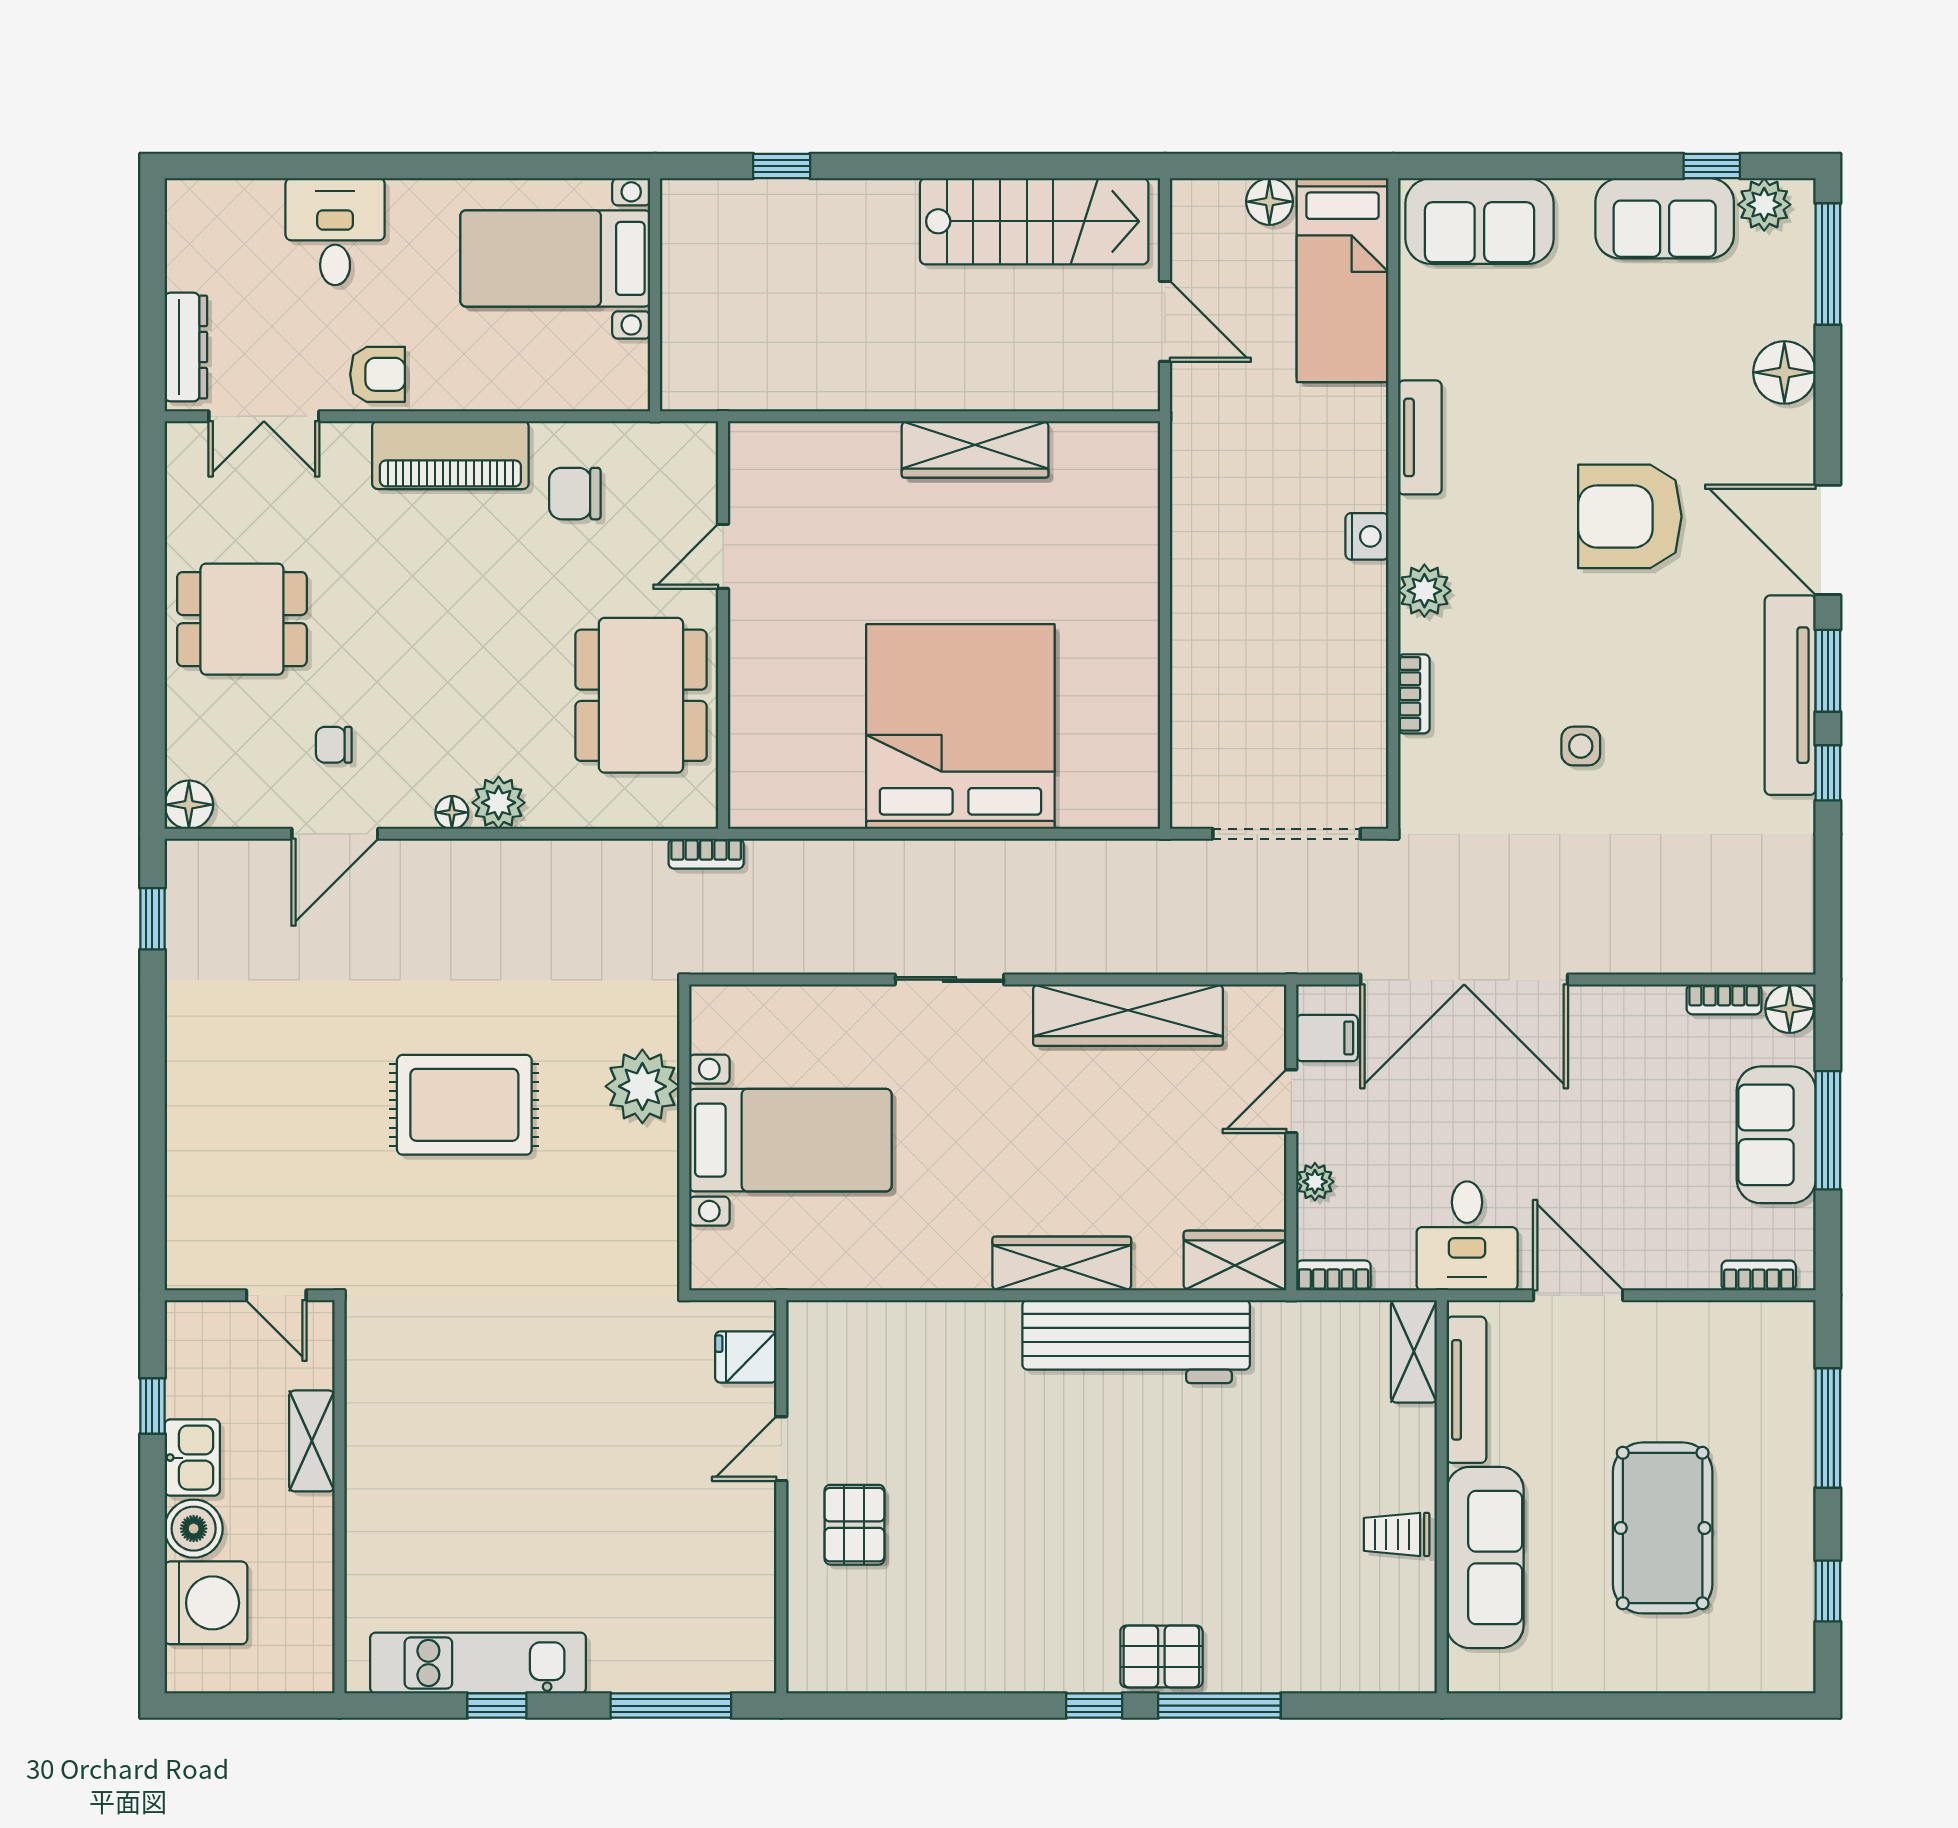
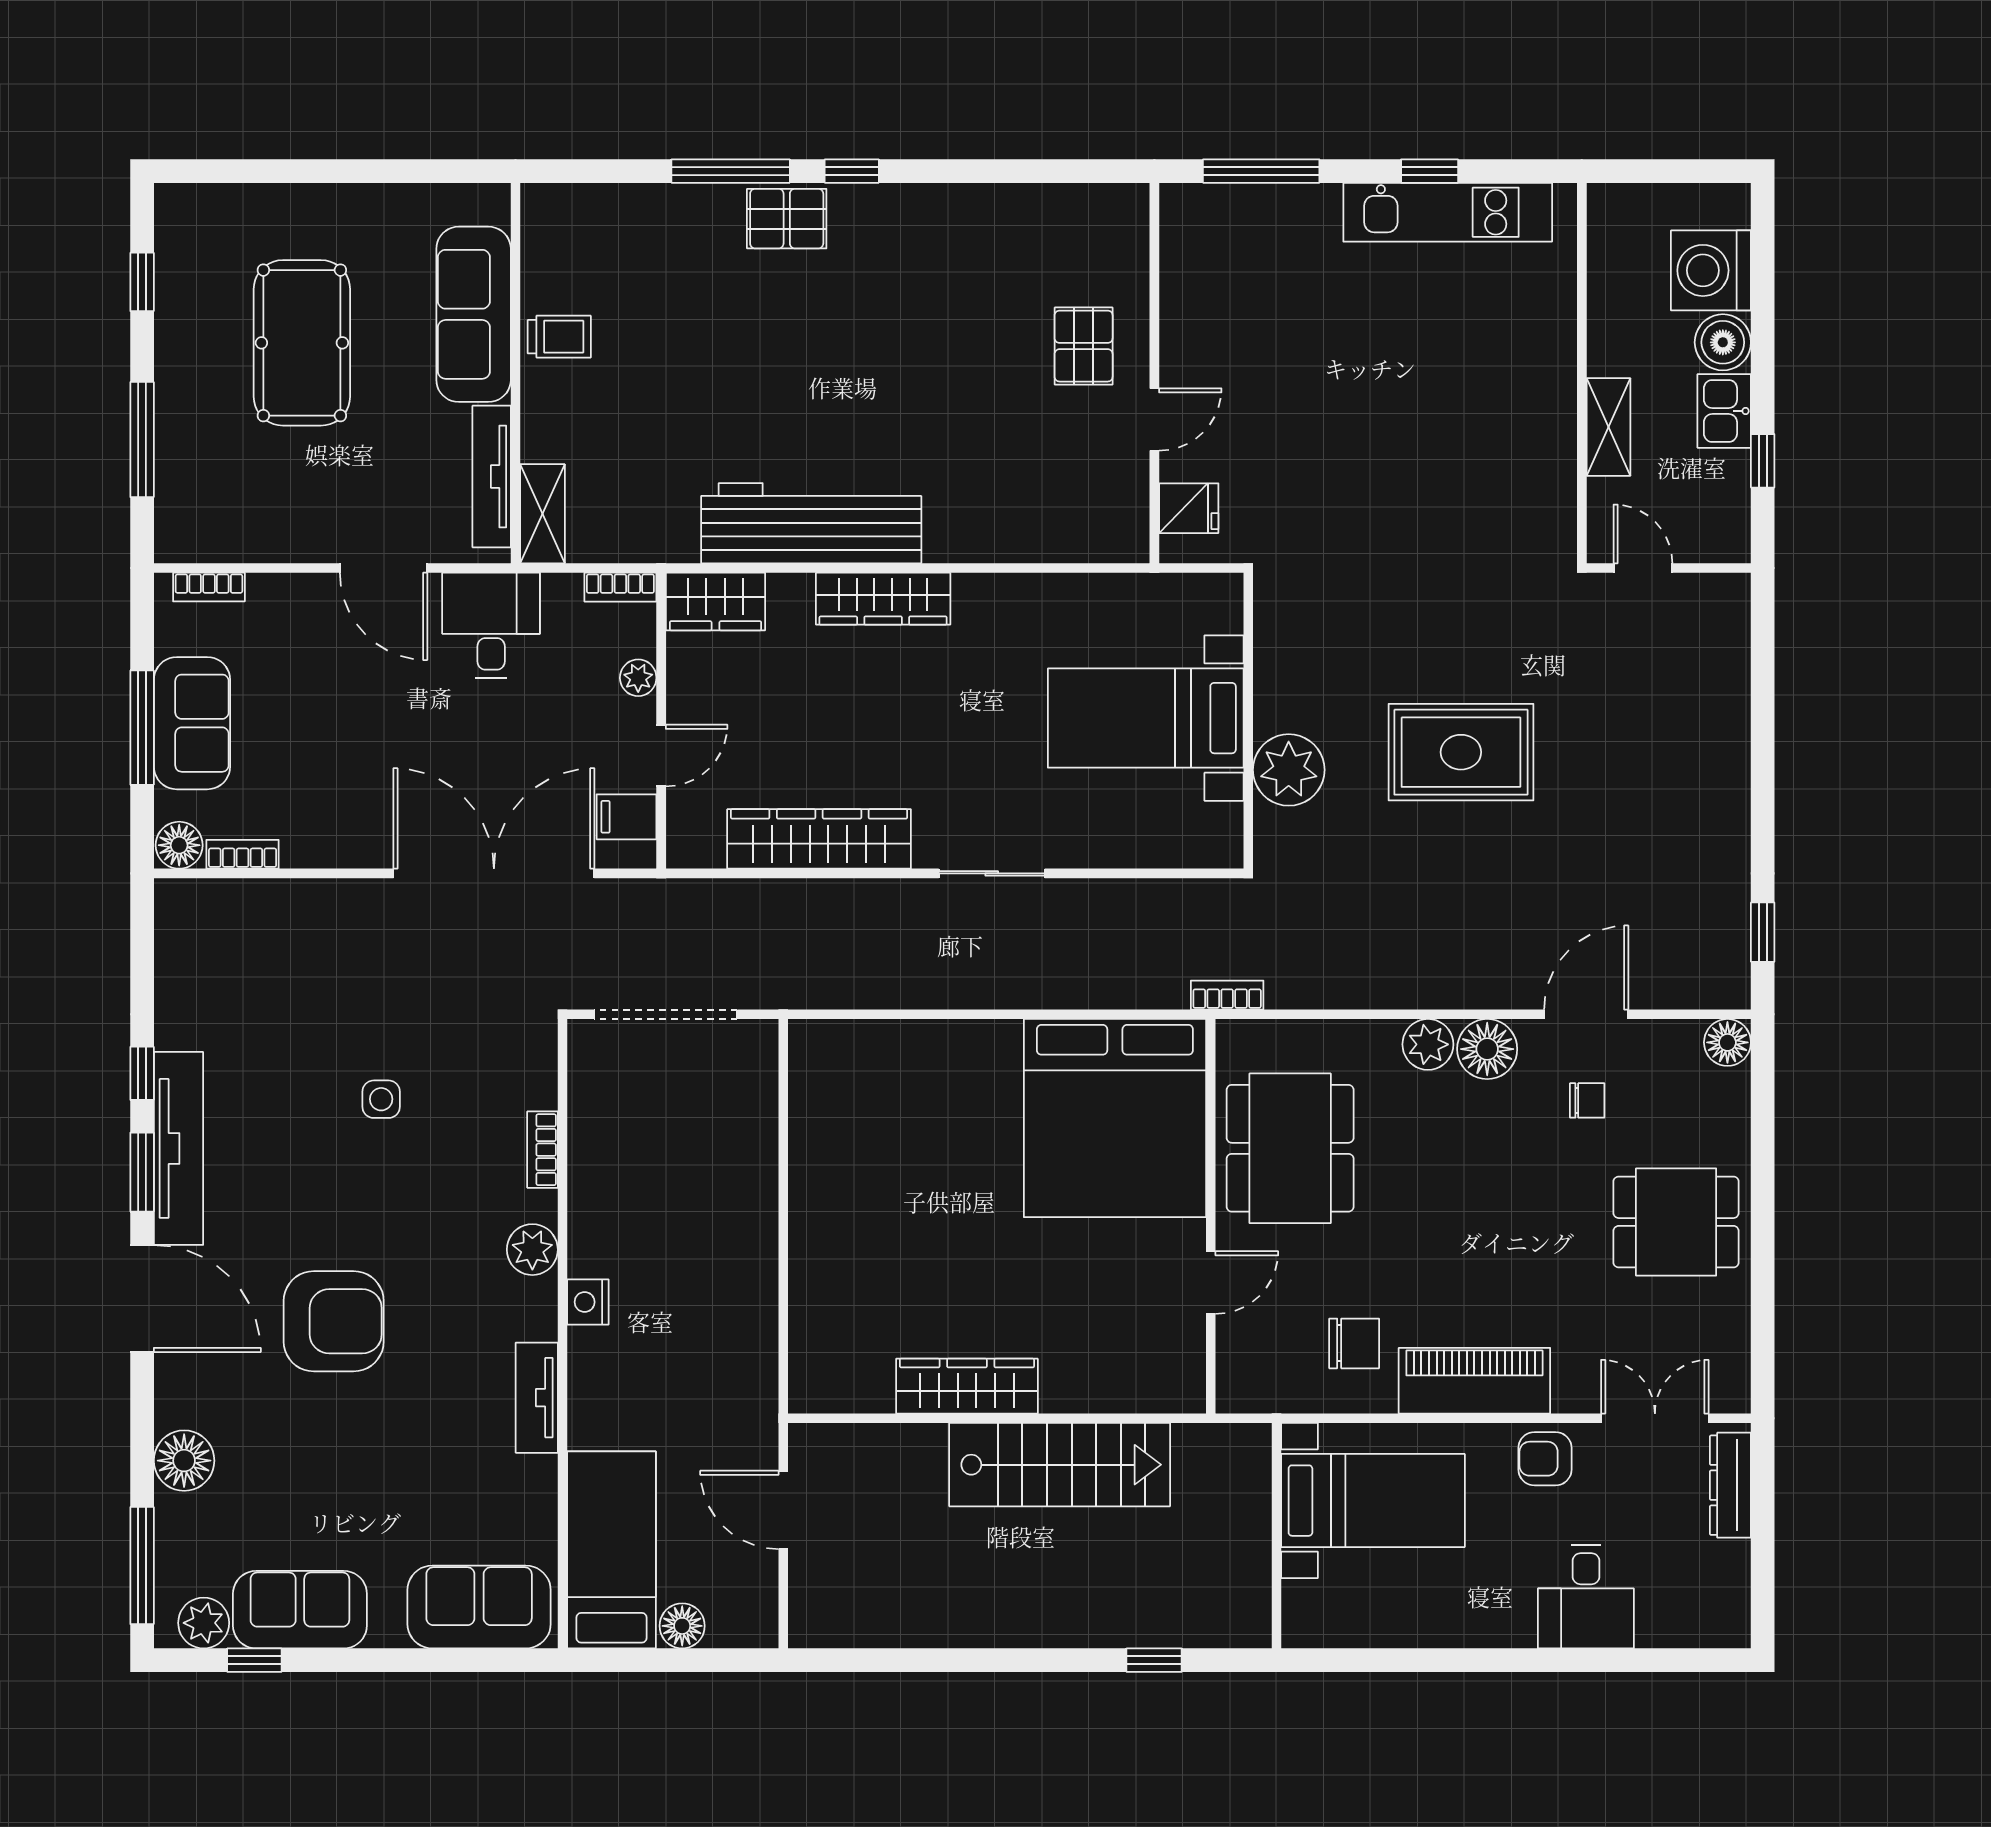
stairs: (1034, 221) -> (1060, 1465), moved, turned 180
bed with nightstands: (555, 258) -> (1373, 1501), moved
bed: (960, 727) -> (1115, 1118), moved
floor lamp: (452, 812) -> (1487, 1049), width x1.89, depth x1.89

